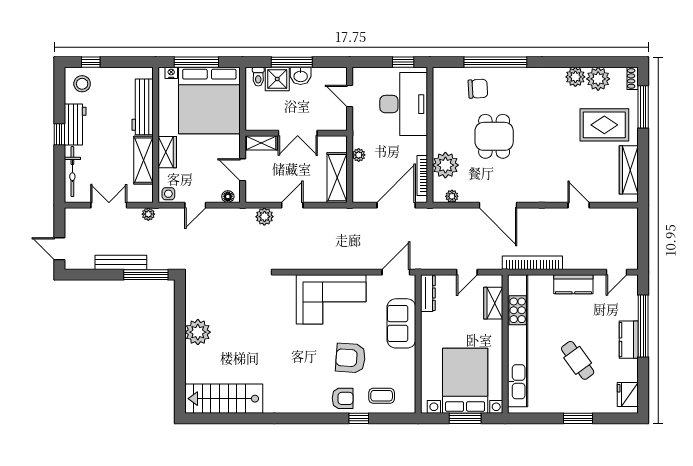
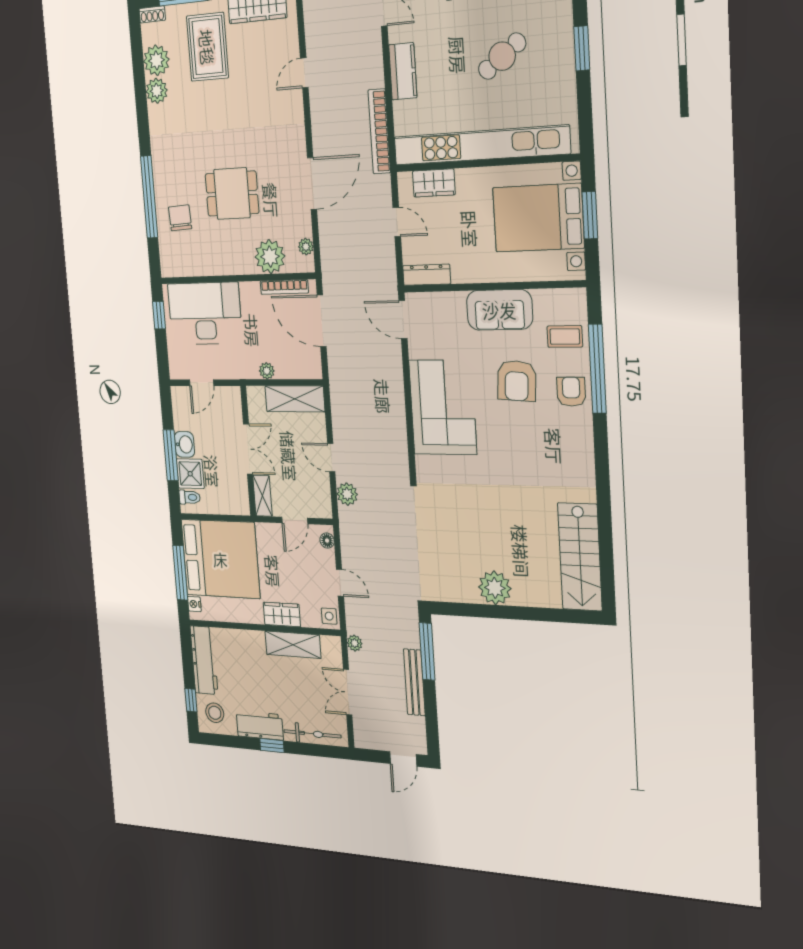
workbench: (143, 107) -> (204, 660), moved, turned -90
sofa: (401, 323) -> (499, 310), moved
coffee table: (382, 396) -> (565, 337), turned 90
window: (359, 418) -> (597, 369), width x3.17

